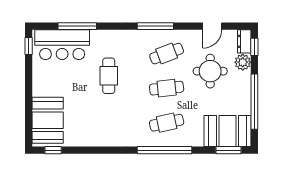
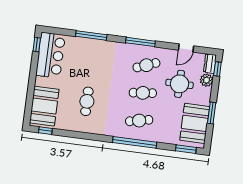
window: (77, 26) -> (91, 36), moved
bar counter: (62, 45) -> (51, 55), moved, turned -90
cafe table: (109, 76) -> (87, 101), moved
window: (254, 102) -> (212, 113), width x0.47
booth: (228, 131) -> (195, 123), moved, turned 90

